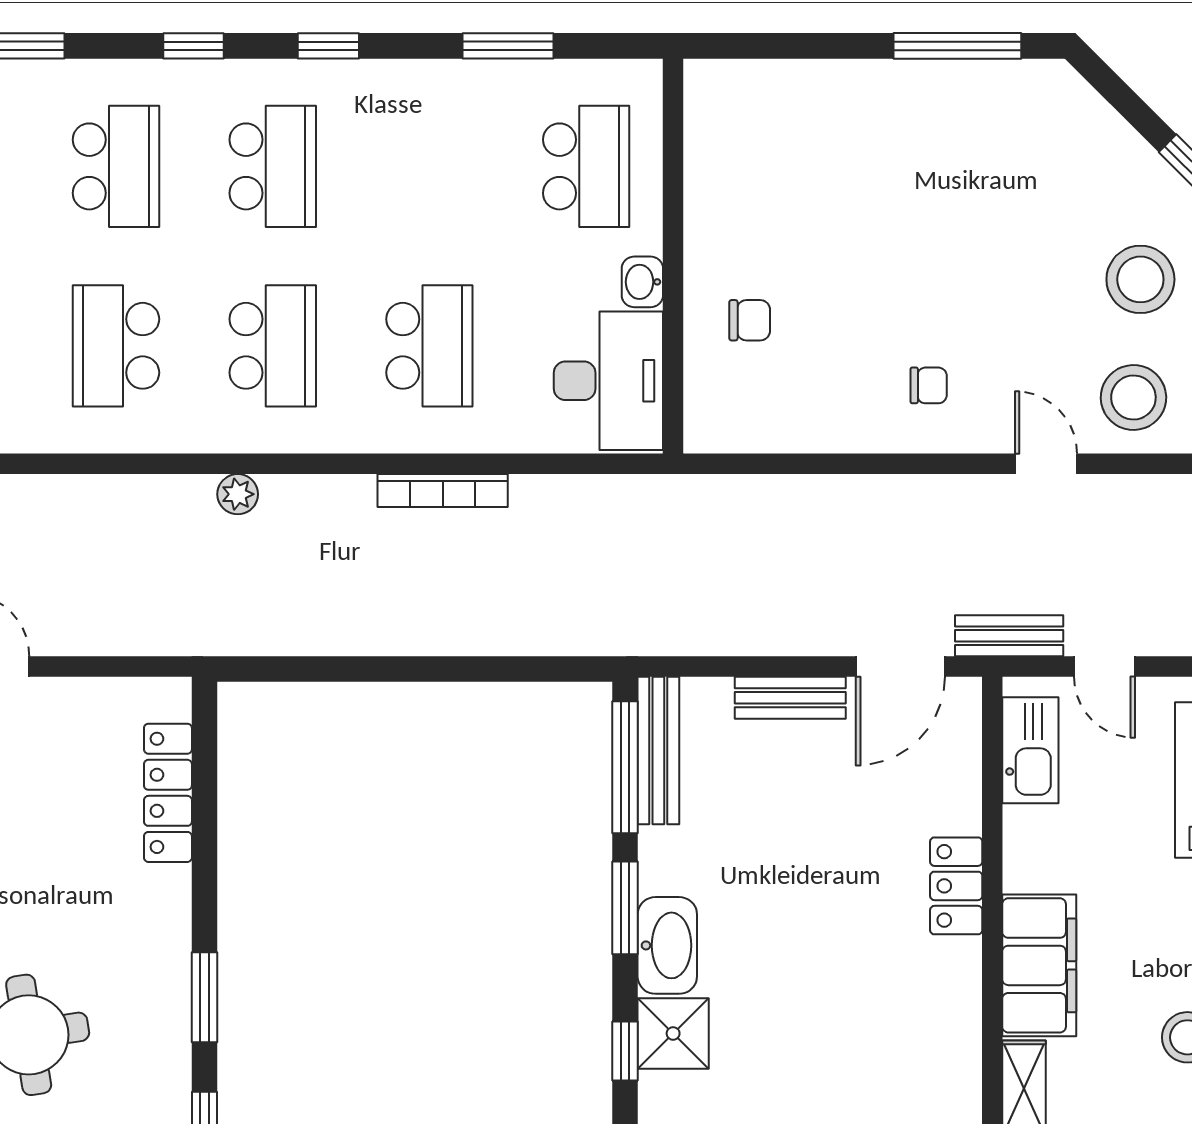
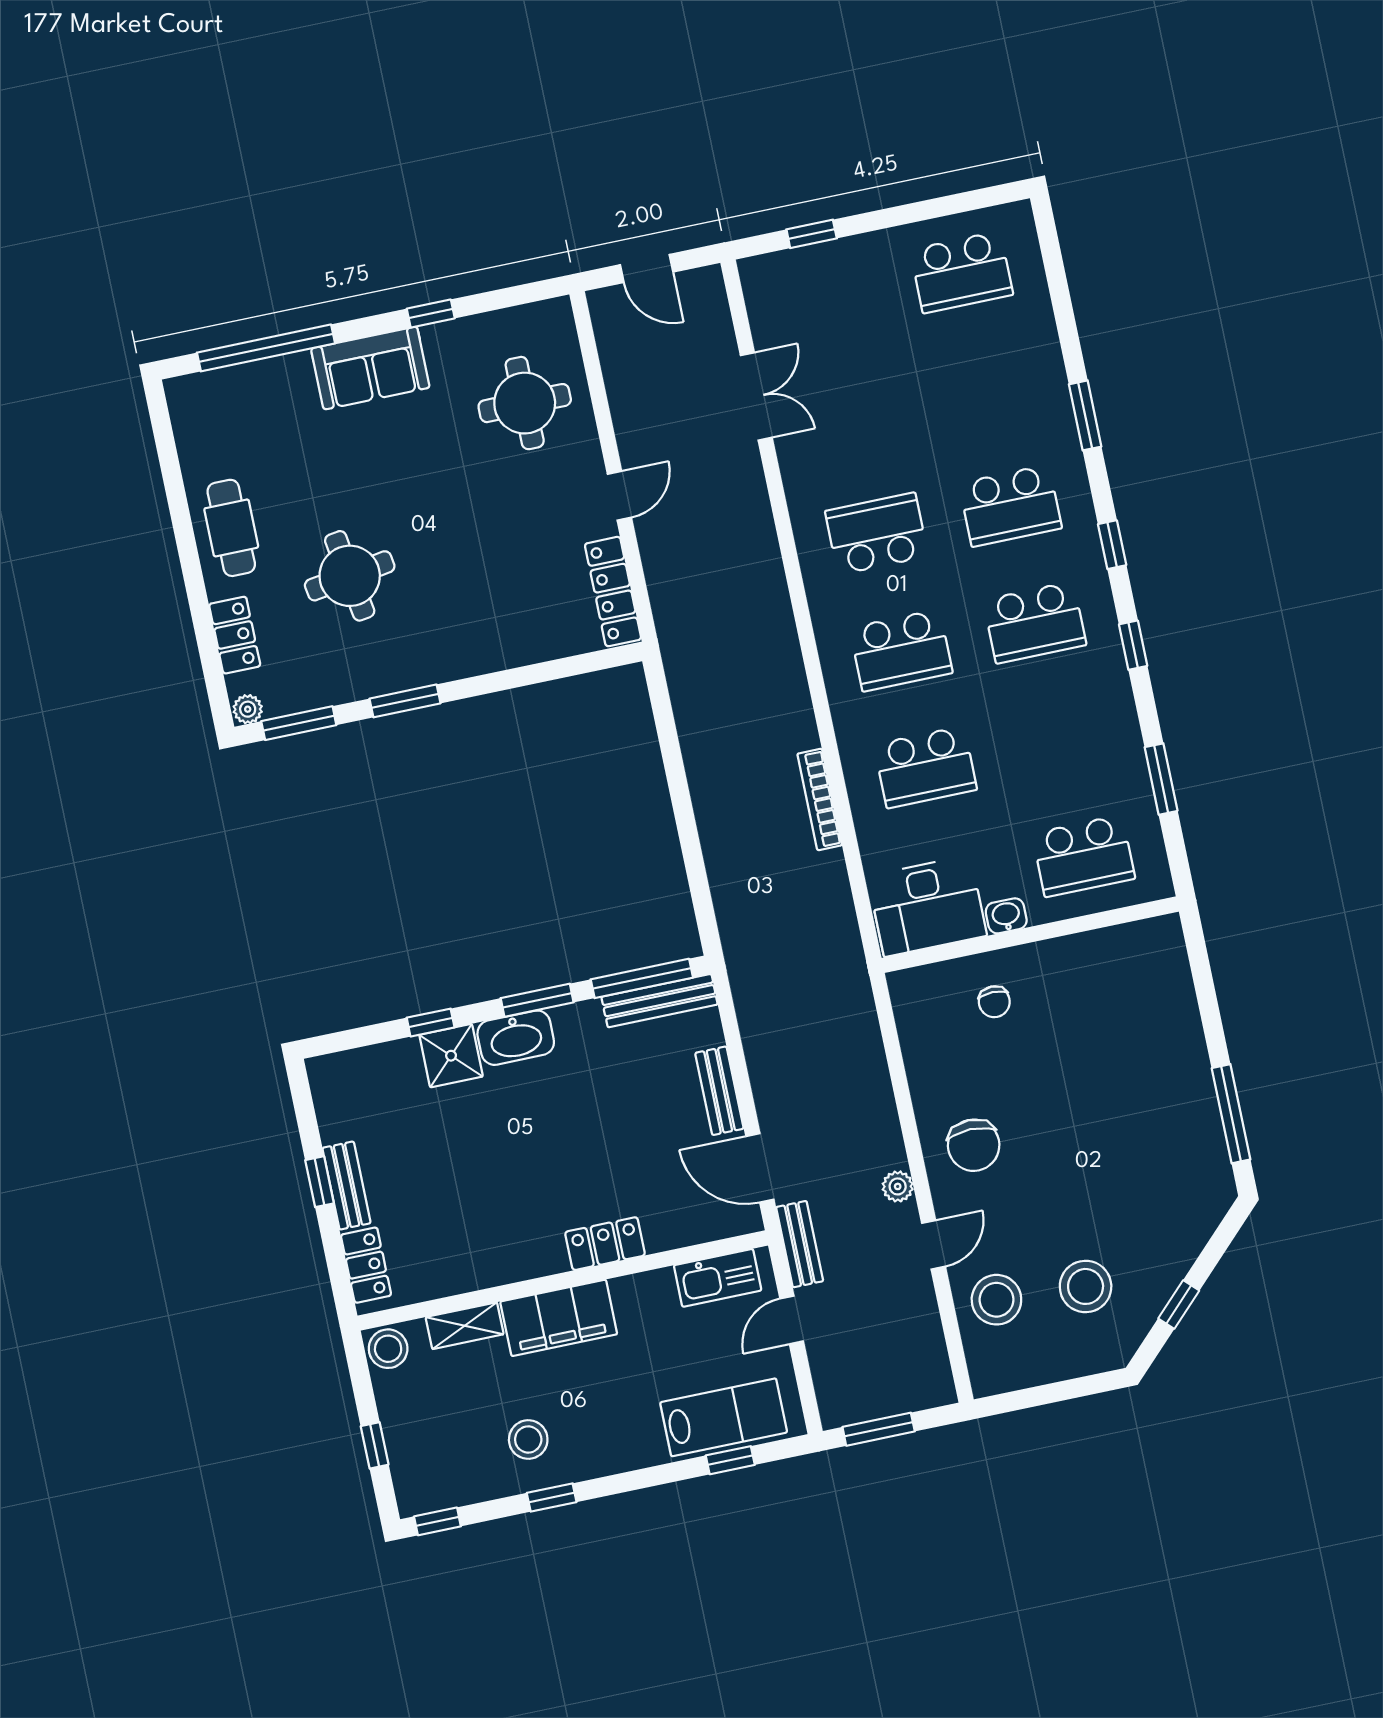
chair: (929, 385) -> (974, 1145), width x1.87, depth x1.87
plant: (238, 494) -> (898, 1186), moved
locker: (168, 793) -> (613, 592), moved, turned -90

